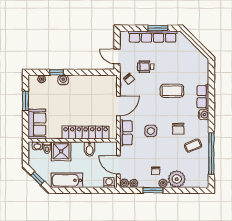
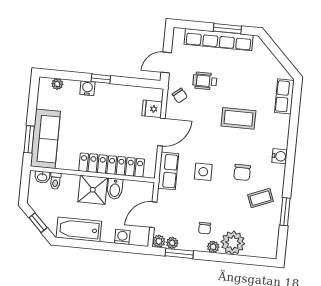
door: (117, 56) -> (166, 63), hinge flipped
window: (57, 72) -> (101, 79), moved
fridge: (110, 90) -> (152, 109), added
row of seats: (203, 97) -> (284, 96), moved
window: (26, 101) -> (29, 139), moved
sofa: (37, 124) -> (45, 139), width x1.36
shower: (61, 151) -> (93, 190), moved
window: (211, 153) -> (285, 212), width x0.47
door: (118, 165) -> (153, 215), hinge flipped
washing machine: (109, 183) -> (122, 237), moved
window: (153, 190) -> (179, 253), moved

